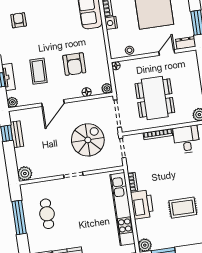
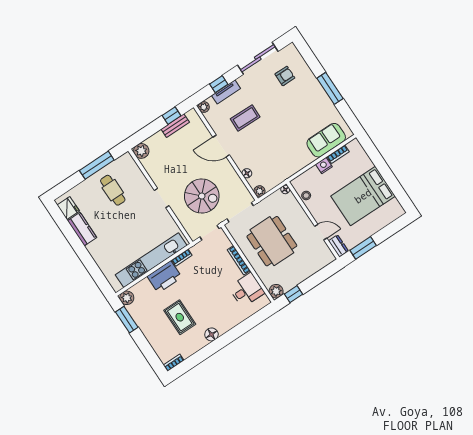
armchair: (74, 64) -> (268, 149), removed
dining table: (155, 98) -> (272, 241), turned 90
cafe table: (47, 214) -> (113, 190), turned 90

